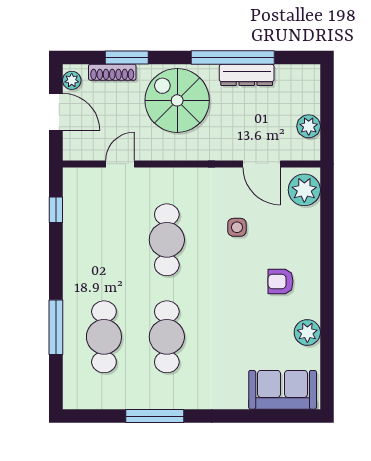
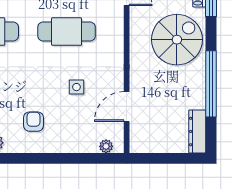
dresser: (247, 75) -> (197, 132), moved
plant: (309, 126) -> (156, 144), removed
plant: (304, 190) -> (106, 146), width x0.53, depth x0.53

